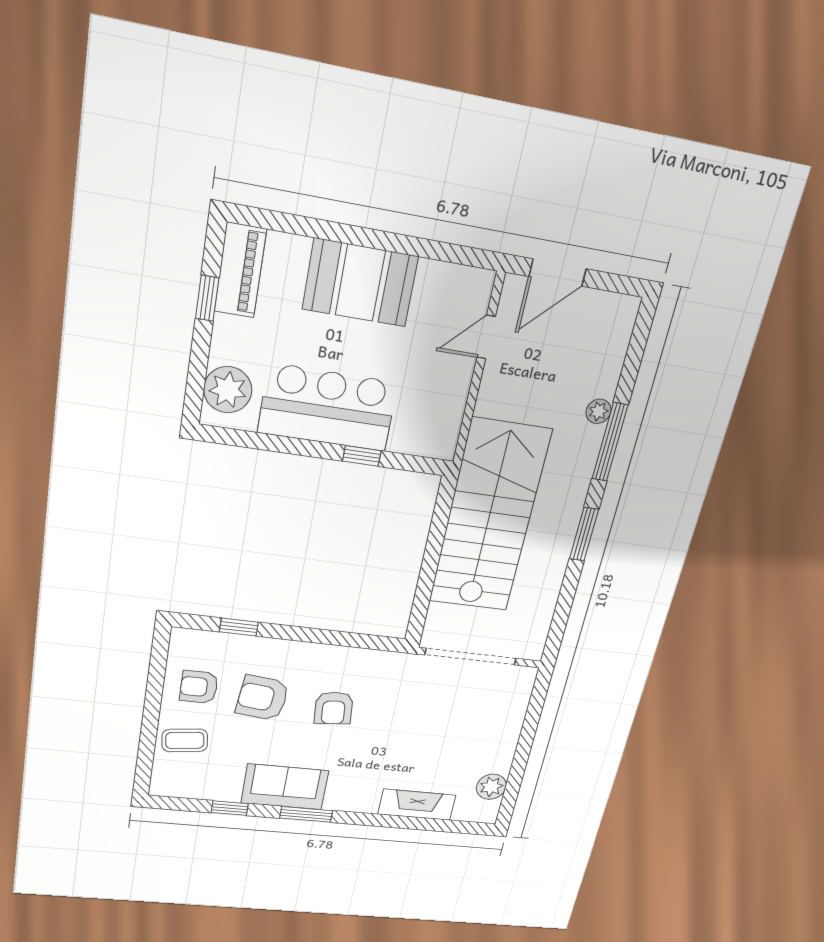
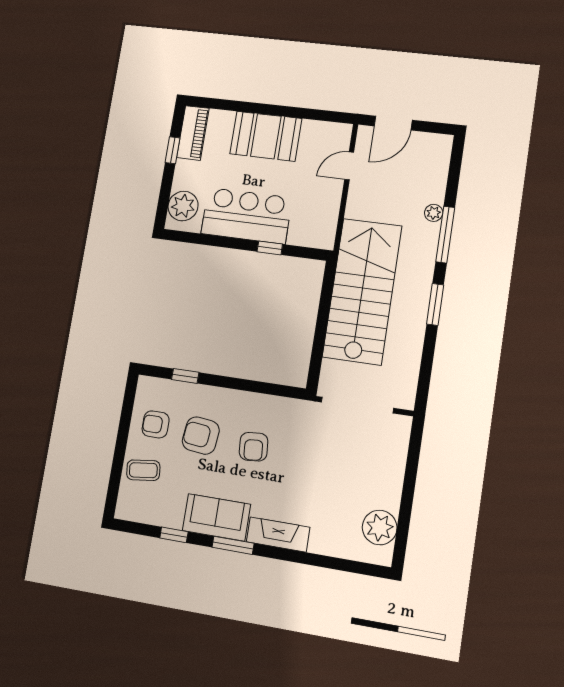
plant: (491, 787) -> (380, 528), width x1.36, depth x1.36
fireplace: (417, 805) -> (278, 534), moved

